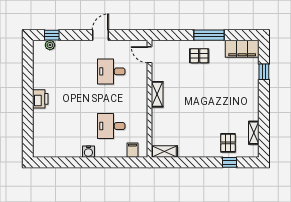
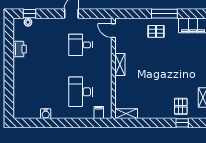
printer: (40, 99) -> (20, 49), moved
desk: (111, 126) -> (81, 92), width x1.37
water cooler: (88, 152) -> (46, 114), moved

